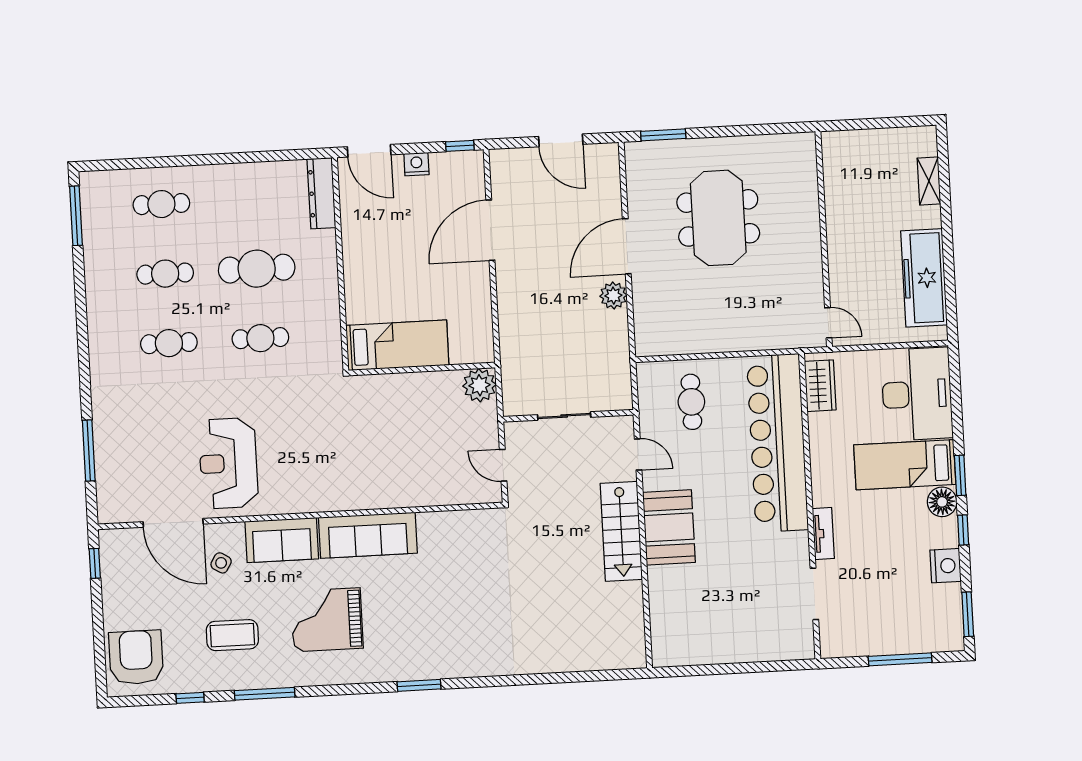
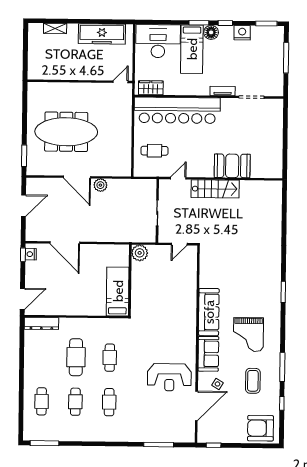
nightstand: (416, 164) -> (31, 254), moved
meeting table: (718, 218) -> (66, 132), width x1.36
booth: (669, 527) -> (232, 166), moved

